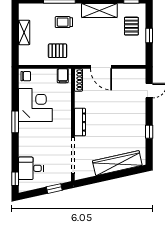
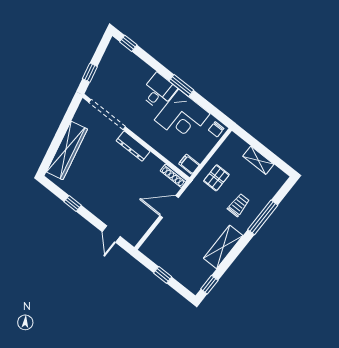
pallet: (131, 26) -> (185, 265), removed
desk: (31, 168) -> (158, 91), moved

